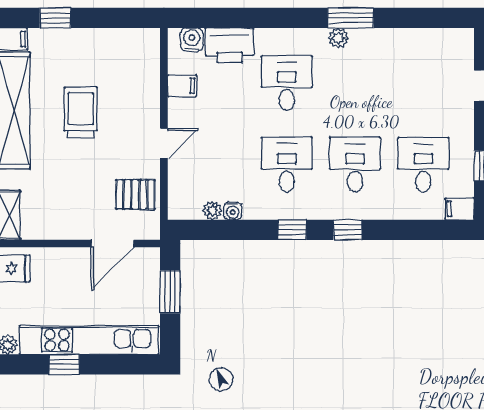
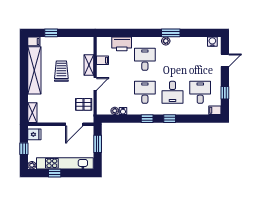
water cooler: (192, 40) -> (212, 42), moved
shelving: (149, 97) -> (89, 65), added
desk: (355, 165) -> (173, 92), turned 180

